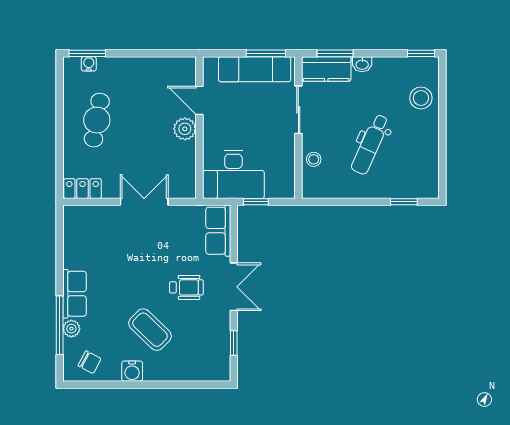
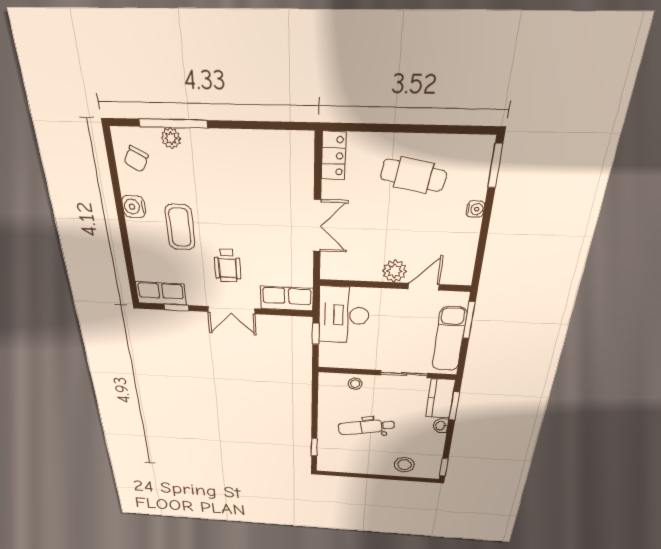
window: (266, 53) -> (469, 320), moved
water cooler: (89, 64) -> (475, 209), moved
dental chair: (370, 144) -> (366, 427), turned -35
row of seats: (74, 294) -> (161, 293), moved, turned 180
coffee table: (150, 330) -> (180, 227), turned -44

